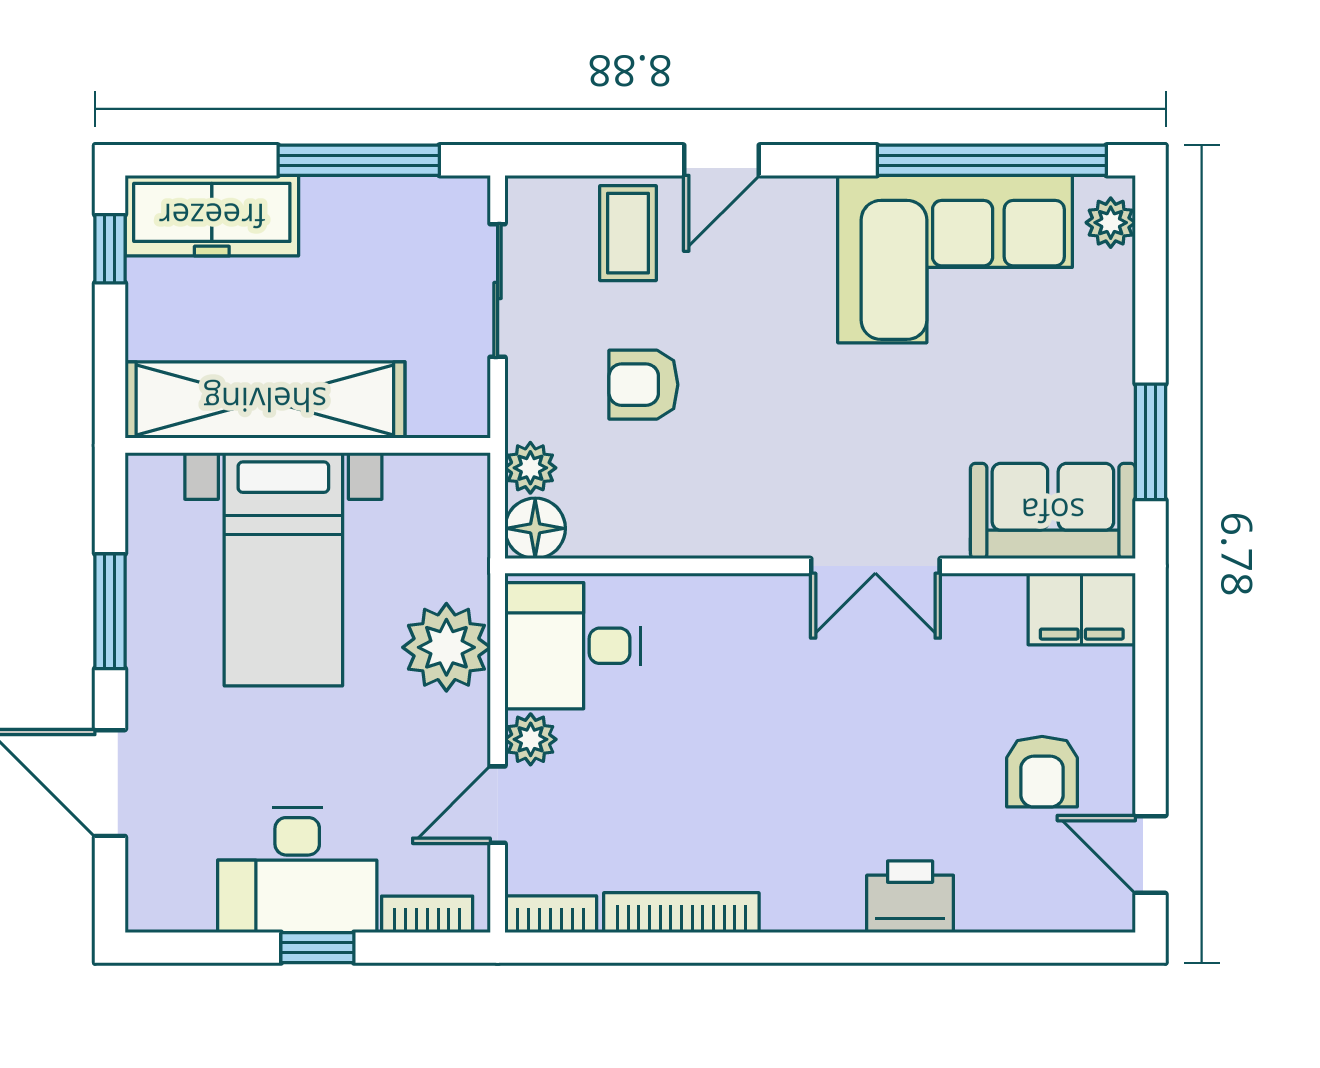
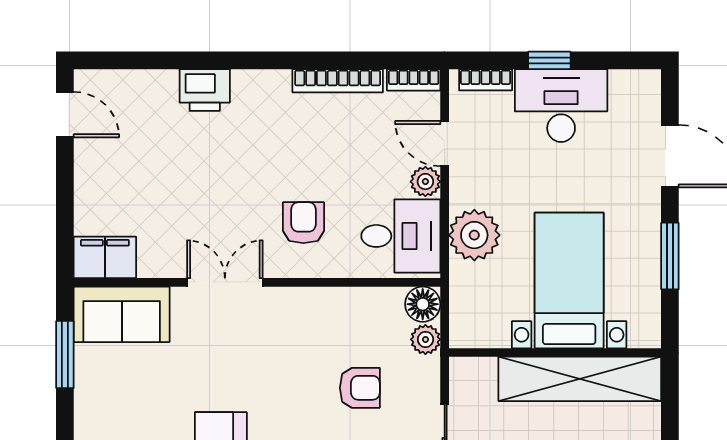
armchair: (1042, 772) -> (303, 223), moved
door: (498, 805) -> (445, 144), swing flipped

